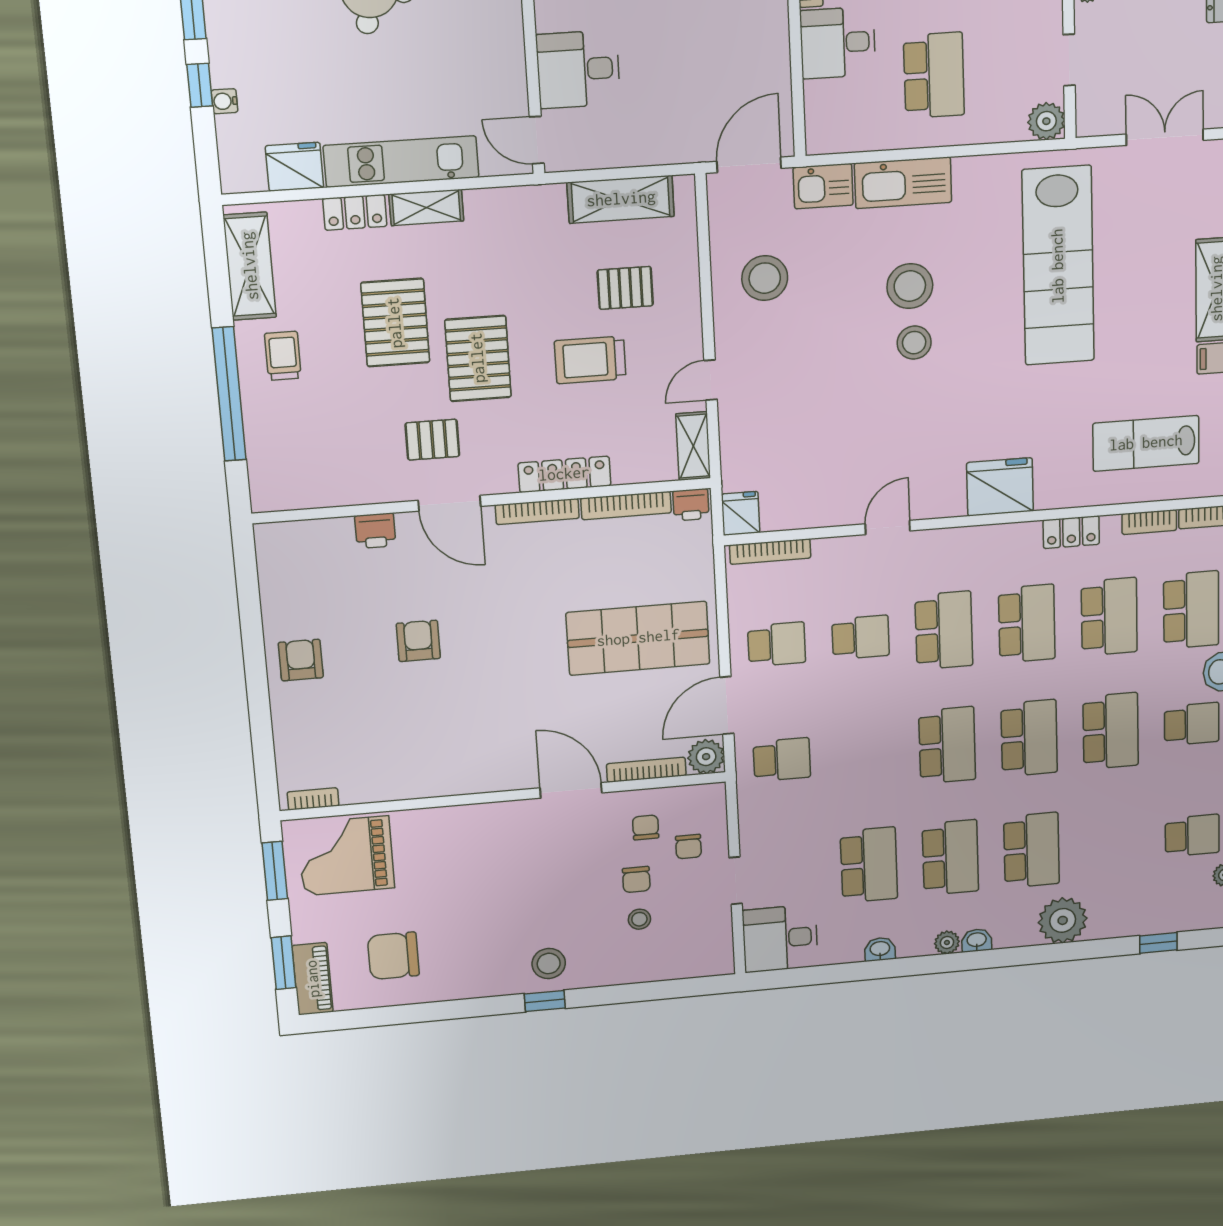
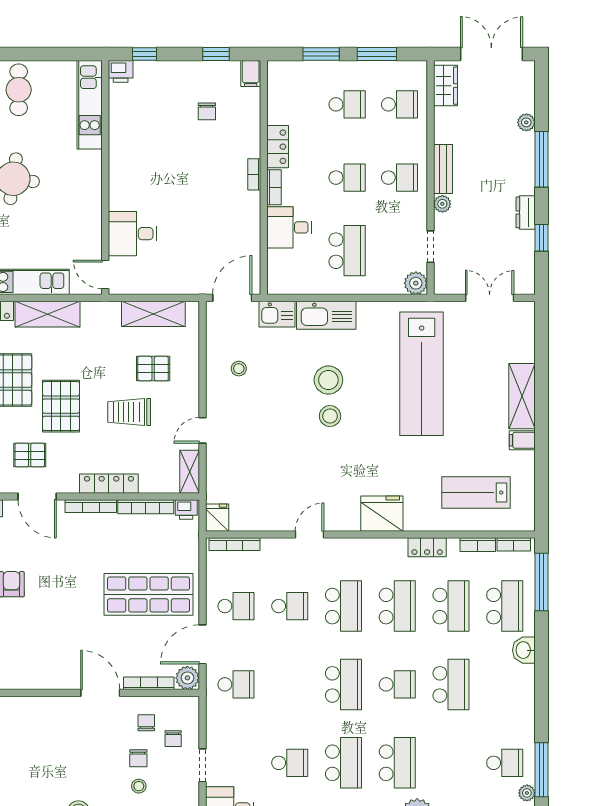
shelving: (426, 208) -> (47, 314), width x1.50, depth x1.33
stool: (765, 278) -> (239, 369), width x0.53, depth x0.53
school desk: (1192, 724) -> (505, 684), removed
school desk: (1029, 738) -> (397, 684), width x0.54
school desk: (869, 865) -> (290, 763), width x0.54

